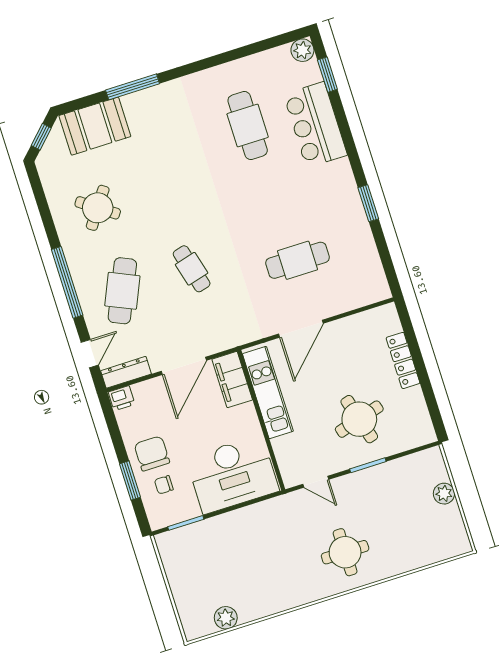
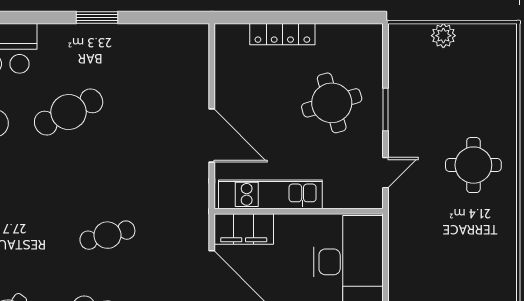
cafe table: (298, 260) -> (69, 112), moved, turned 64

